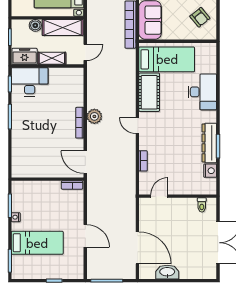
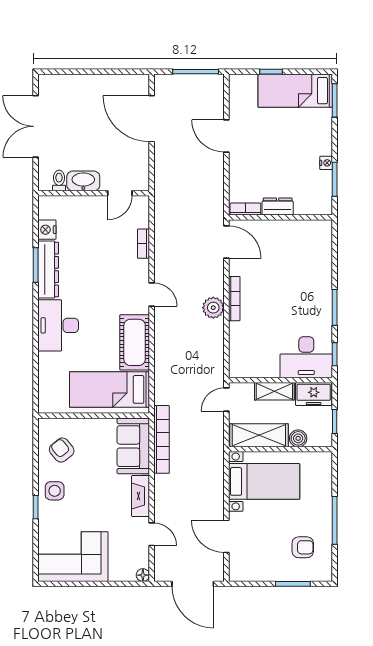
desk: (202, 92) -> (58, 325), moved
dresser: (50, 187) -> (278, 207), added
bed: (37, 243) -> (295, 91), moved
washbasin: (167, 272) -> (83, 181), moved, turned 180

